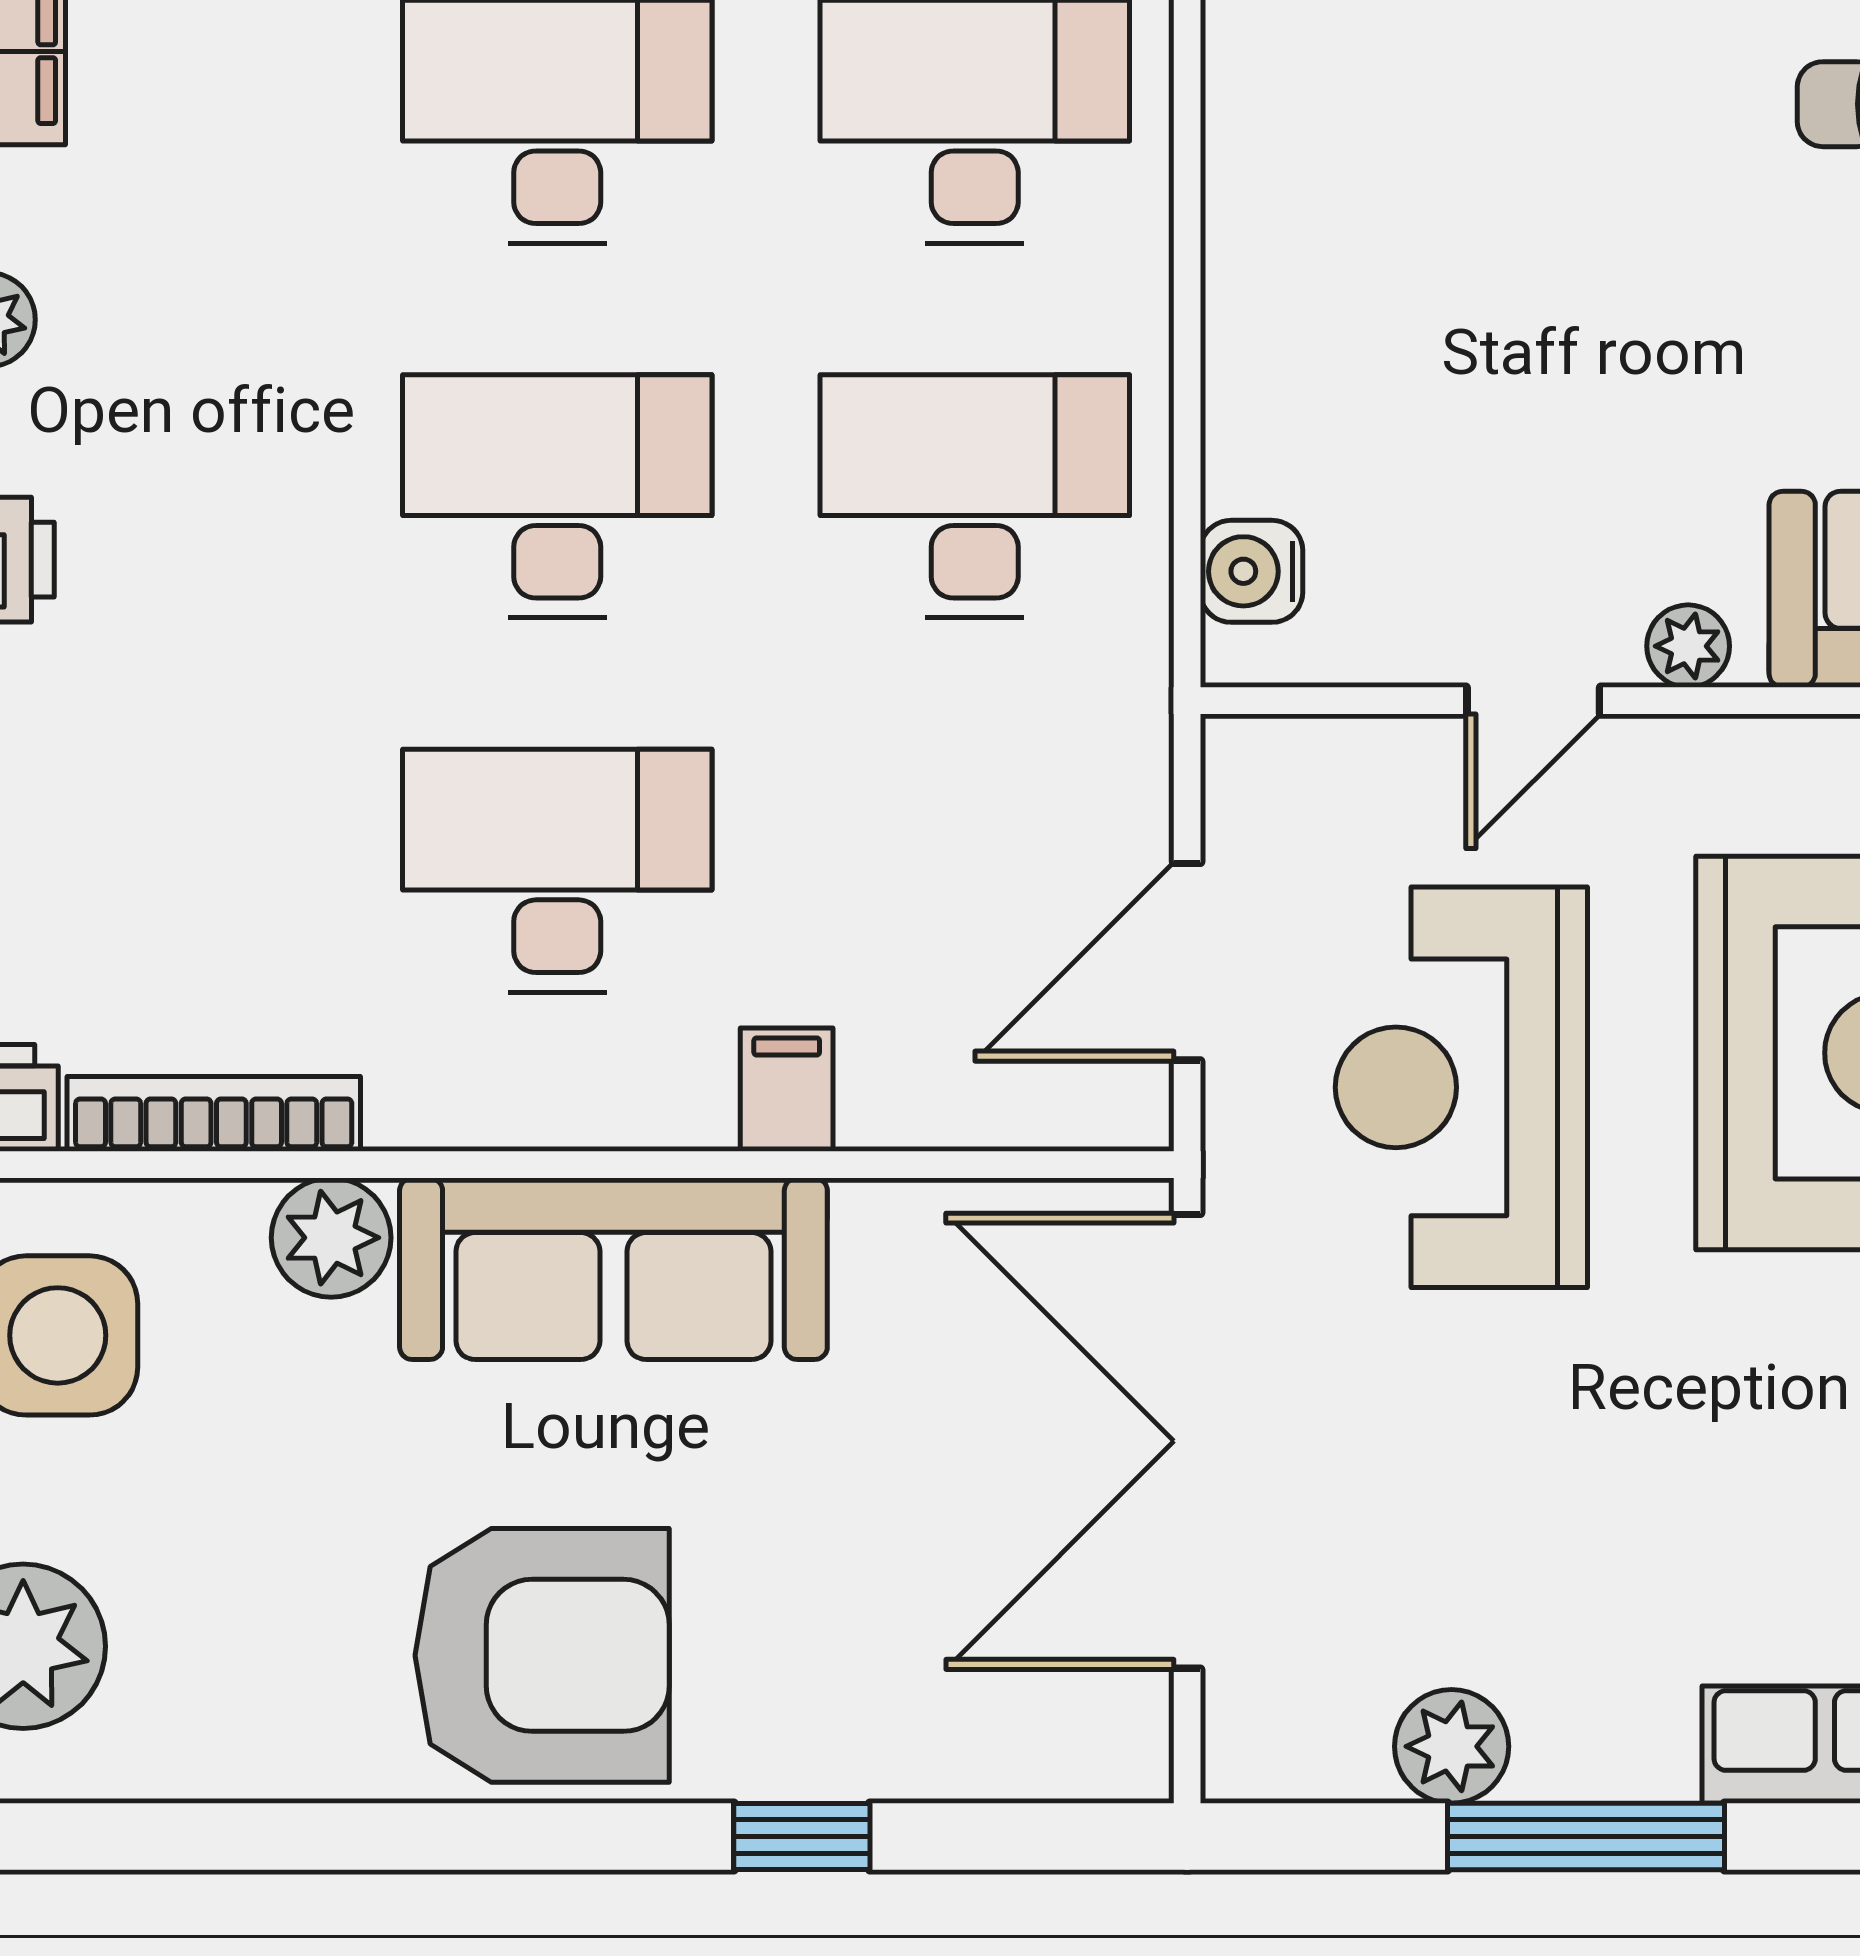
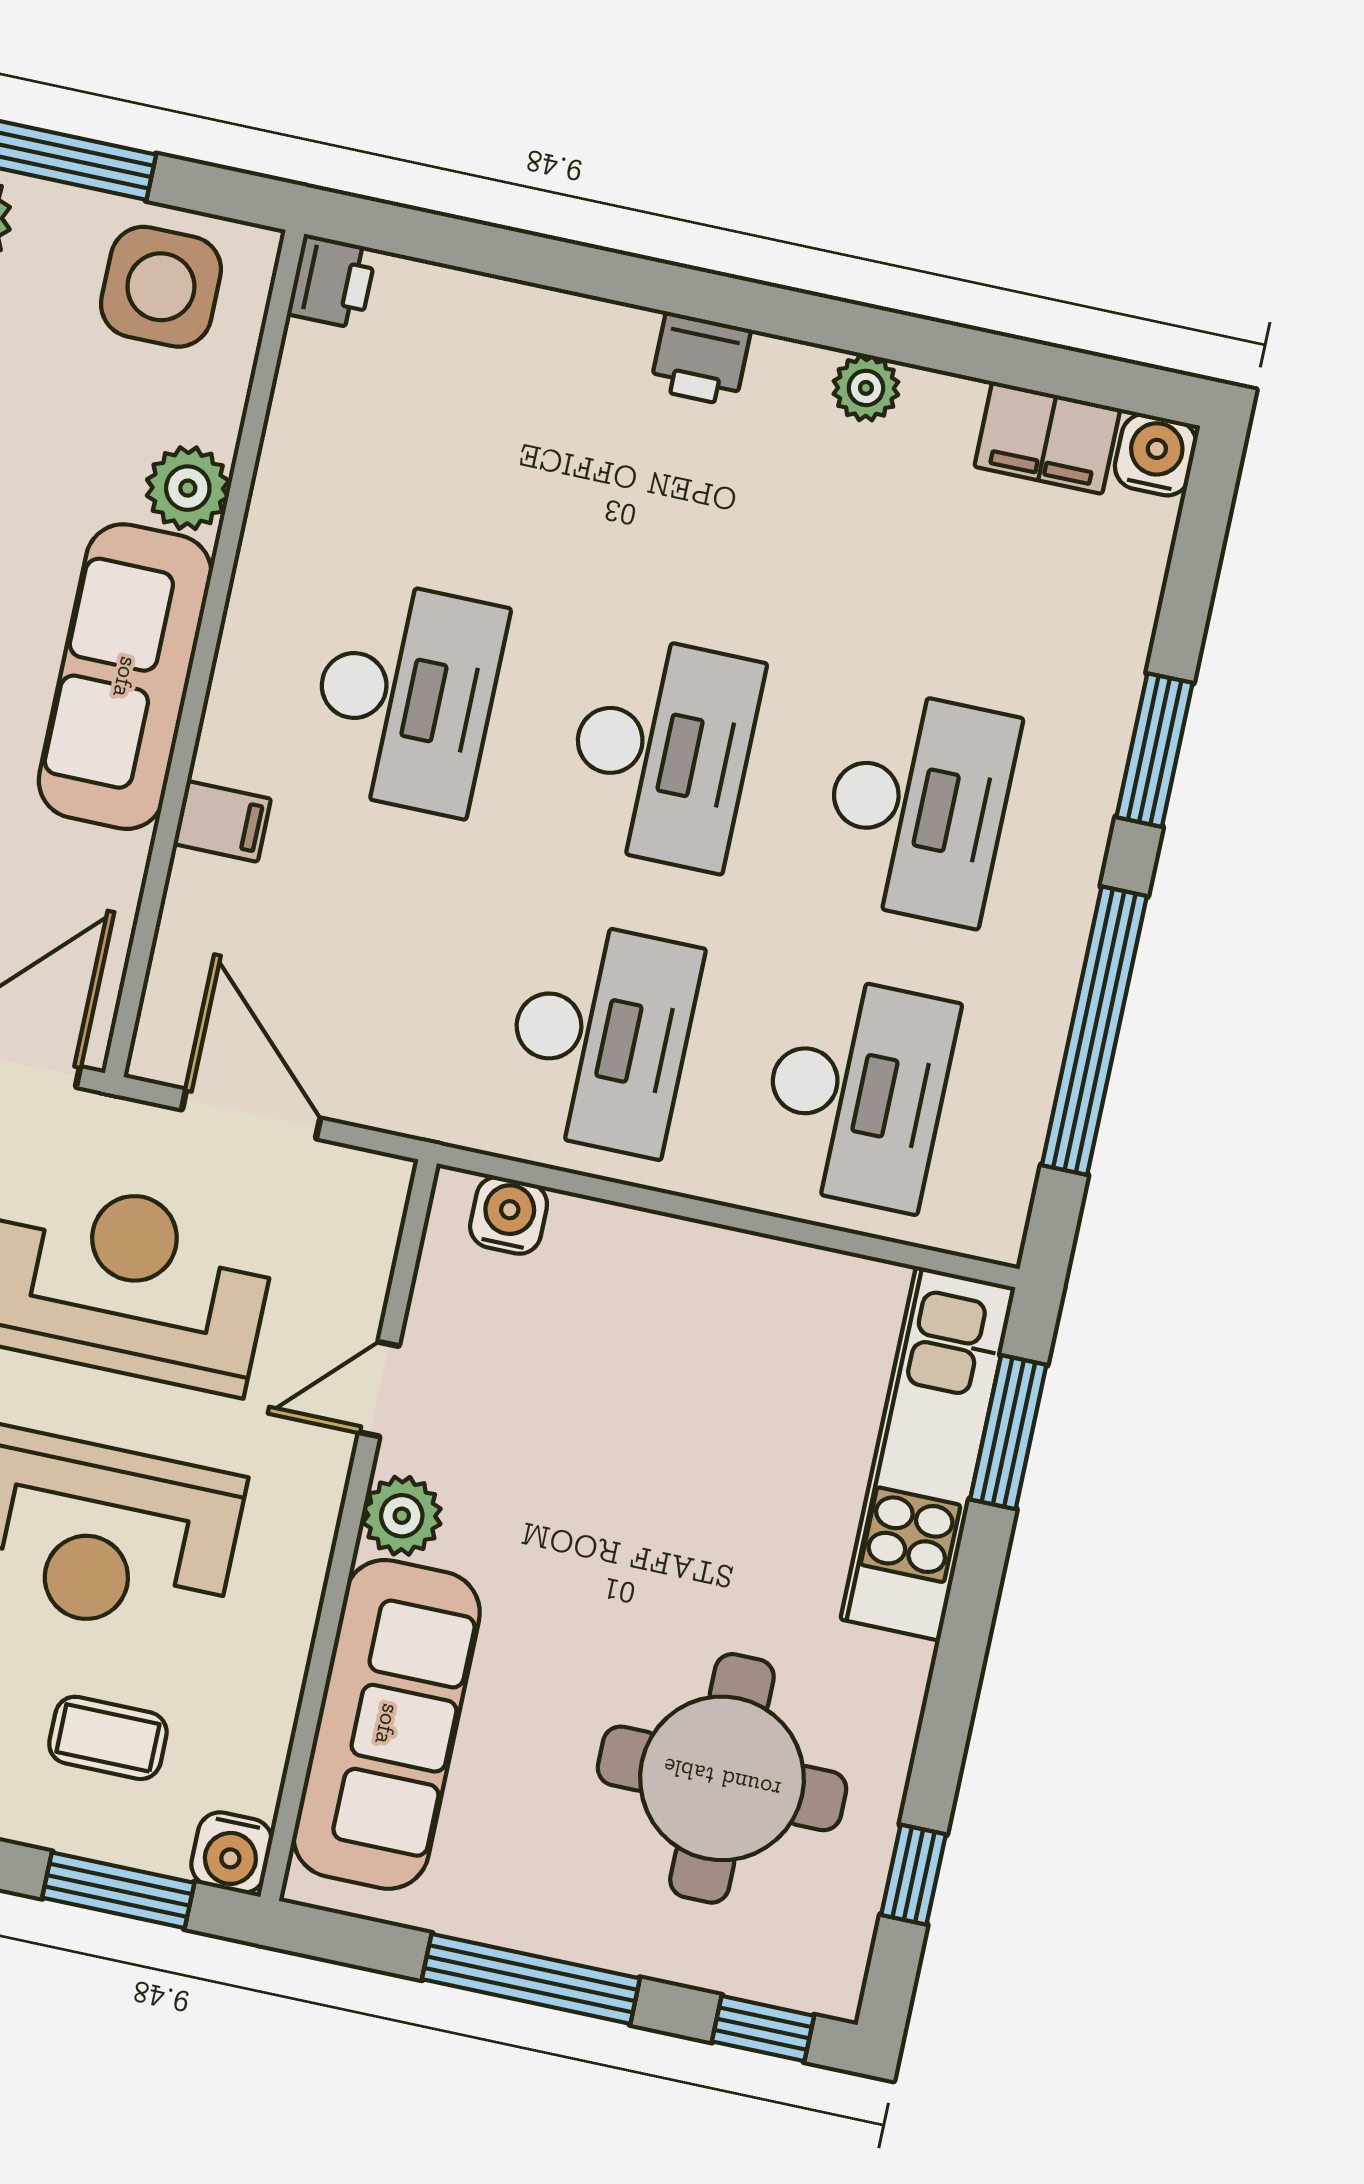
plant: (1688, 646) -> (402, 1516), width x1.38, depth x1.38
door: (1533, 701) -> (379, 1389), hinge flipped
bookcase: (214, 1114) -> (290, 426), removed

